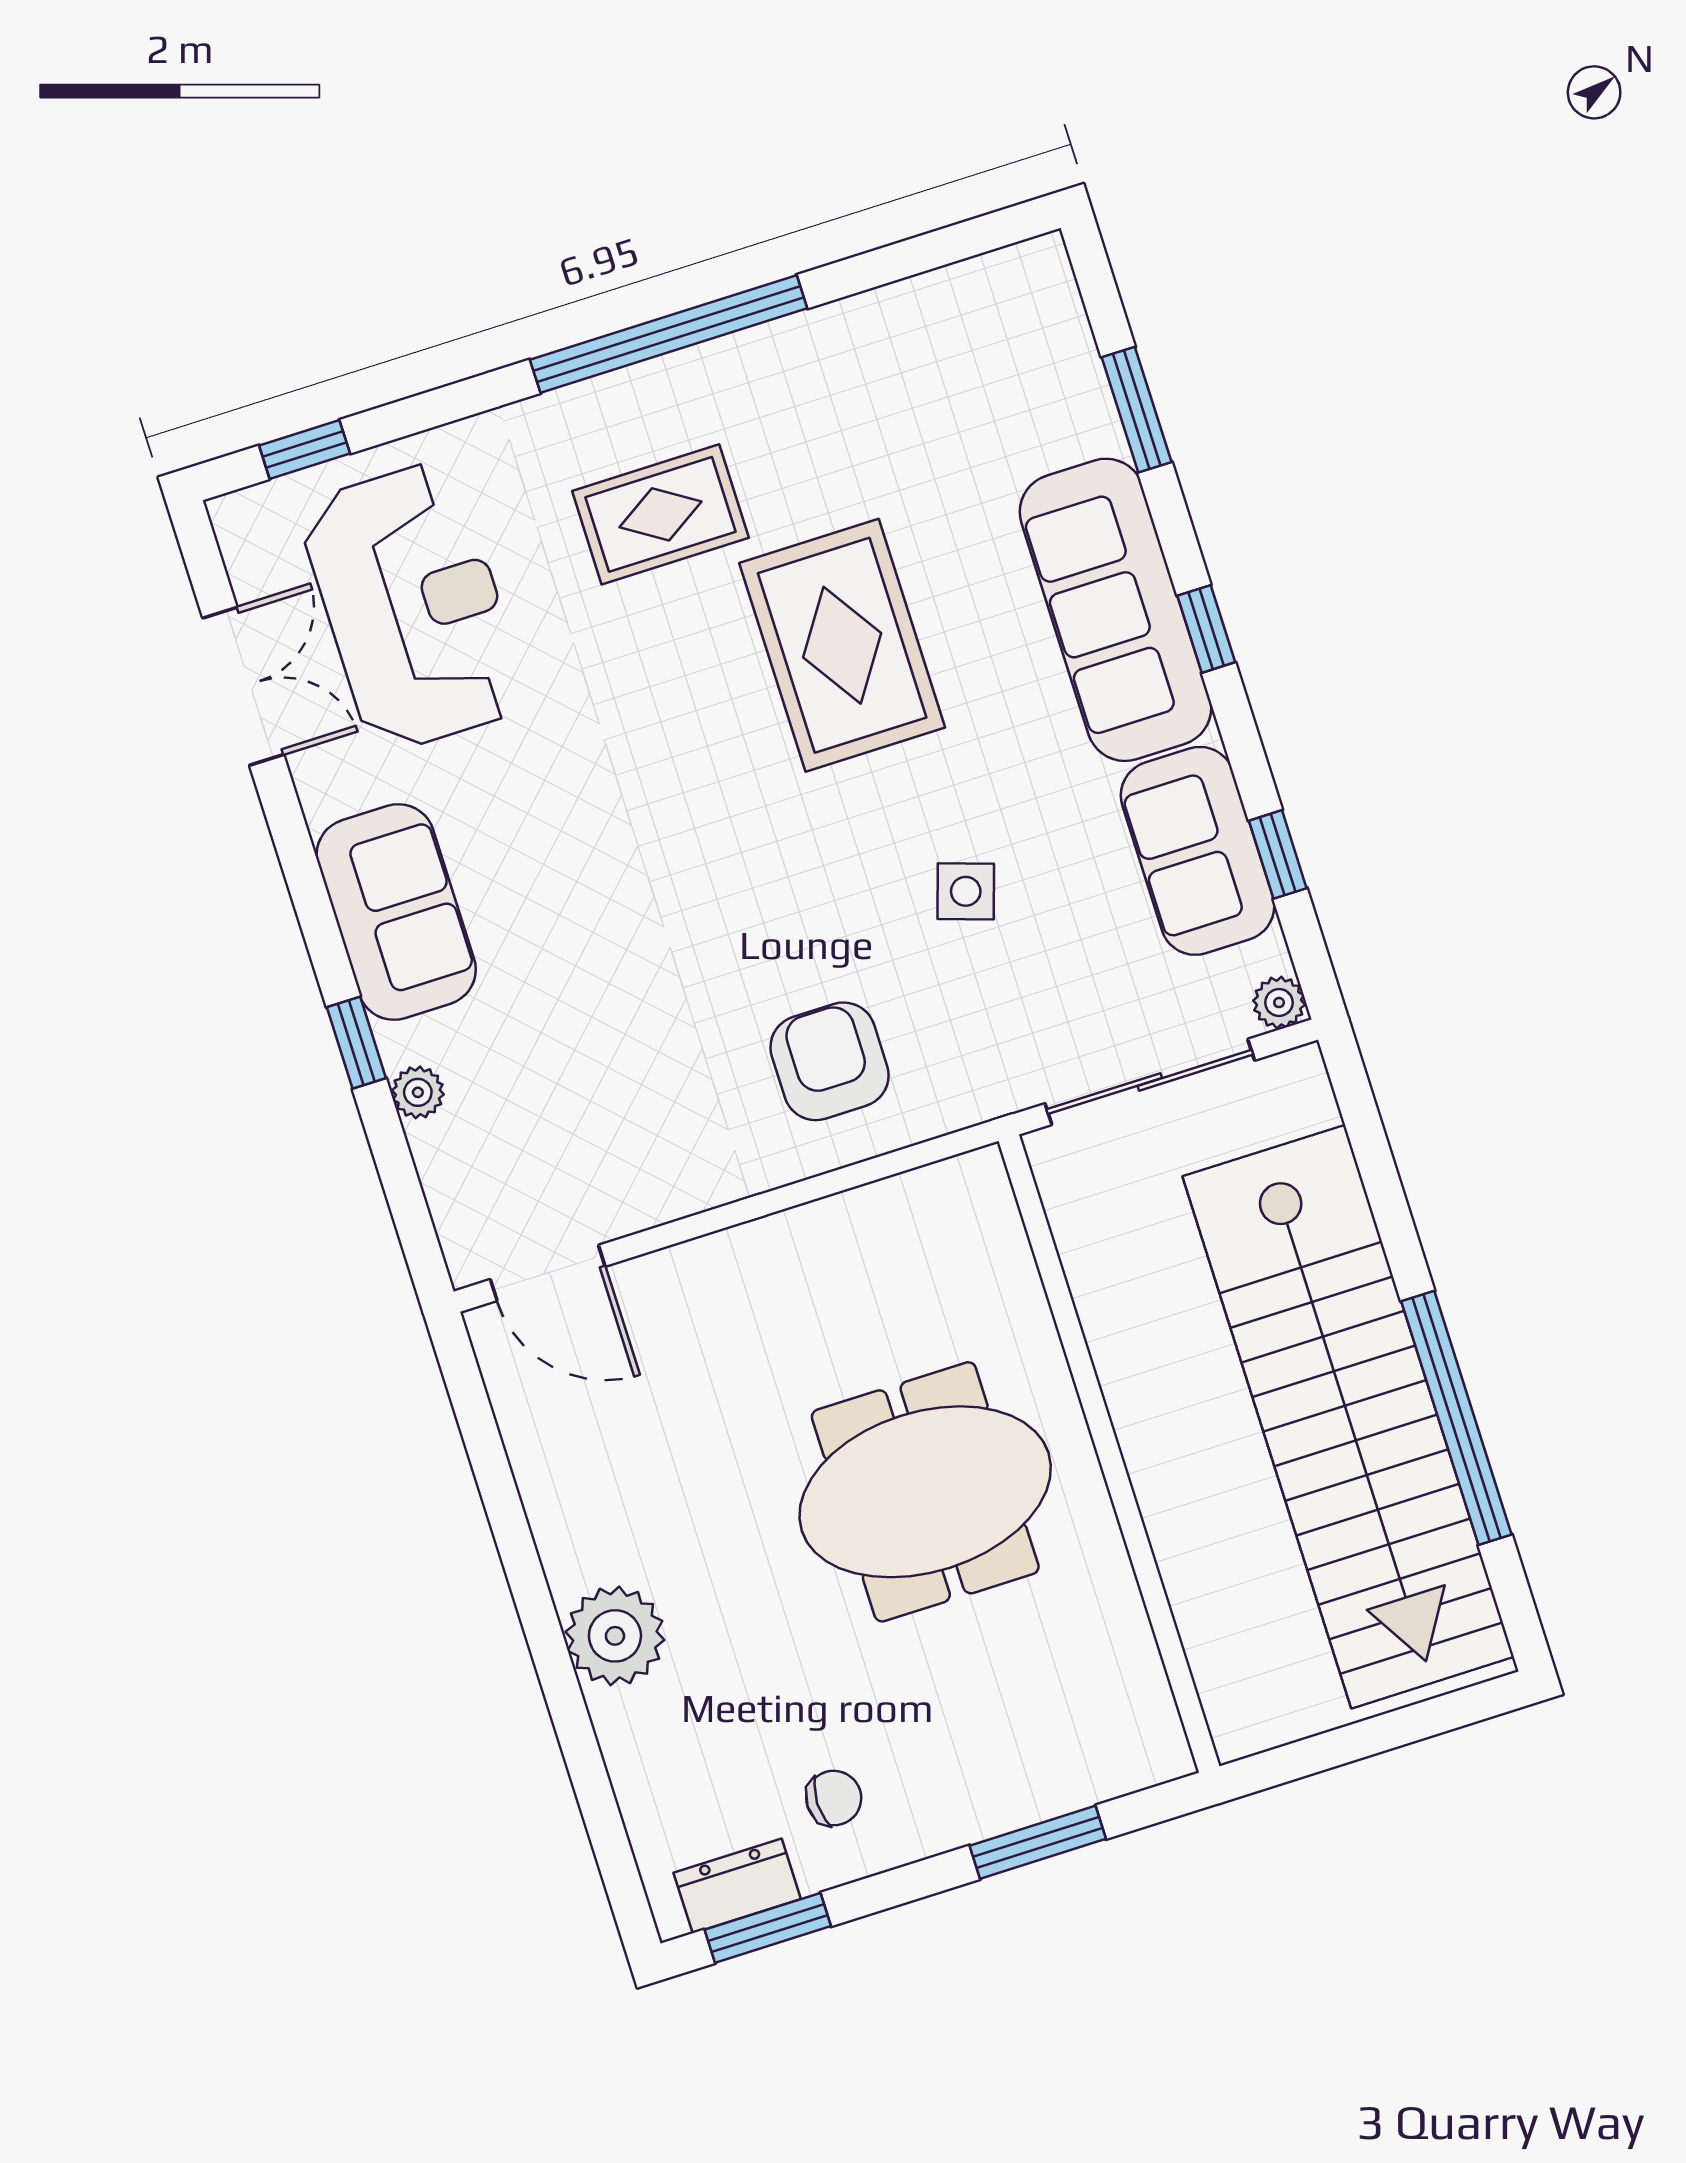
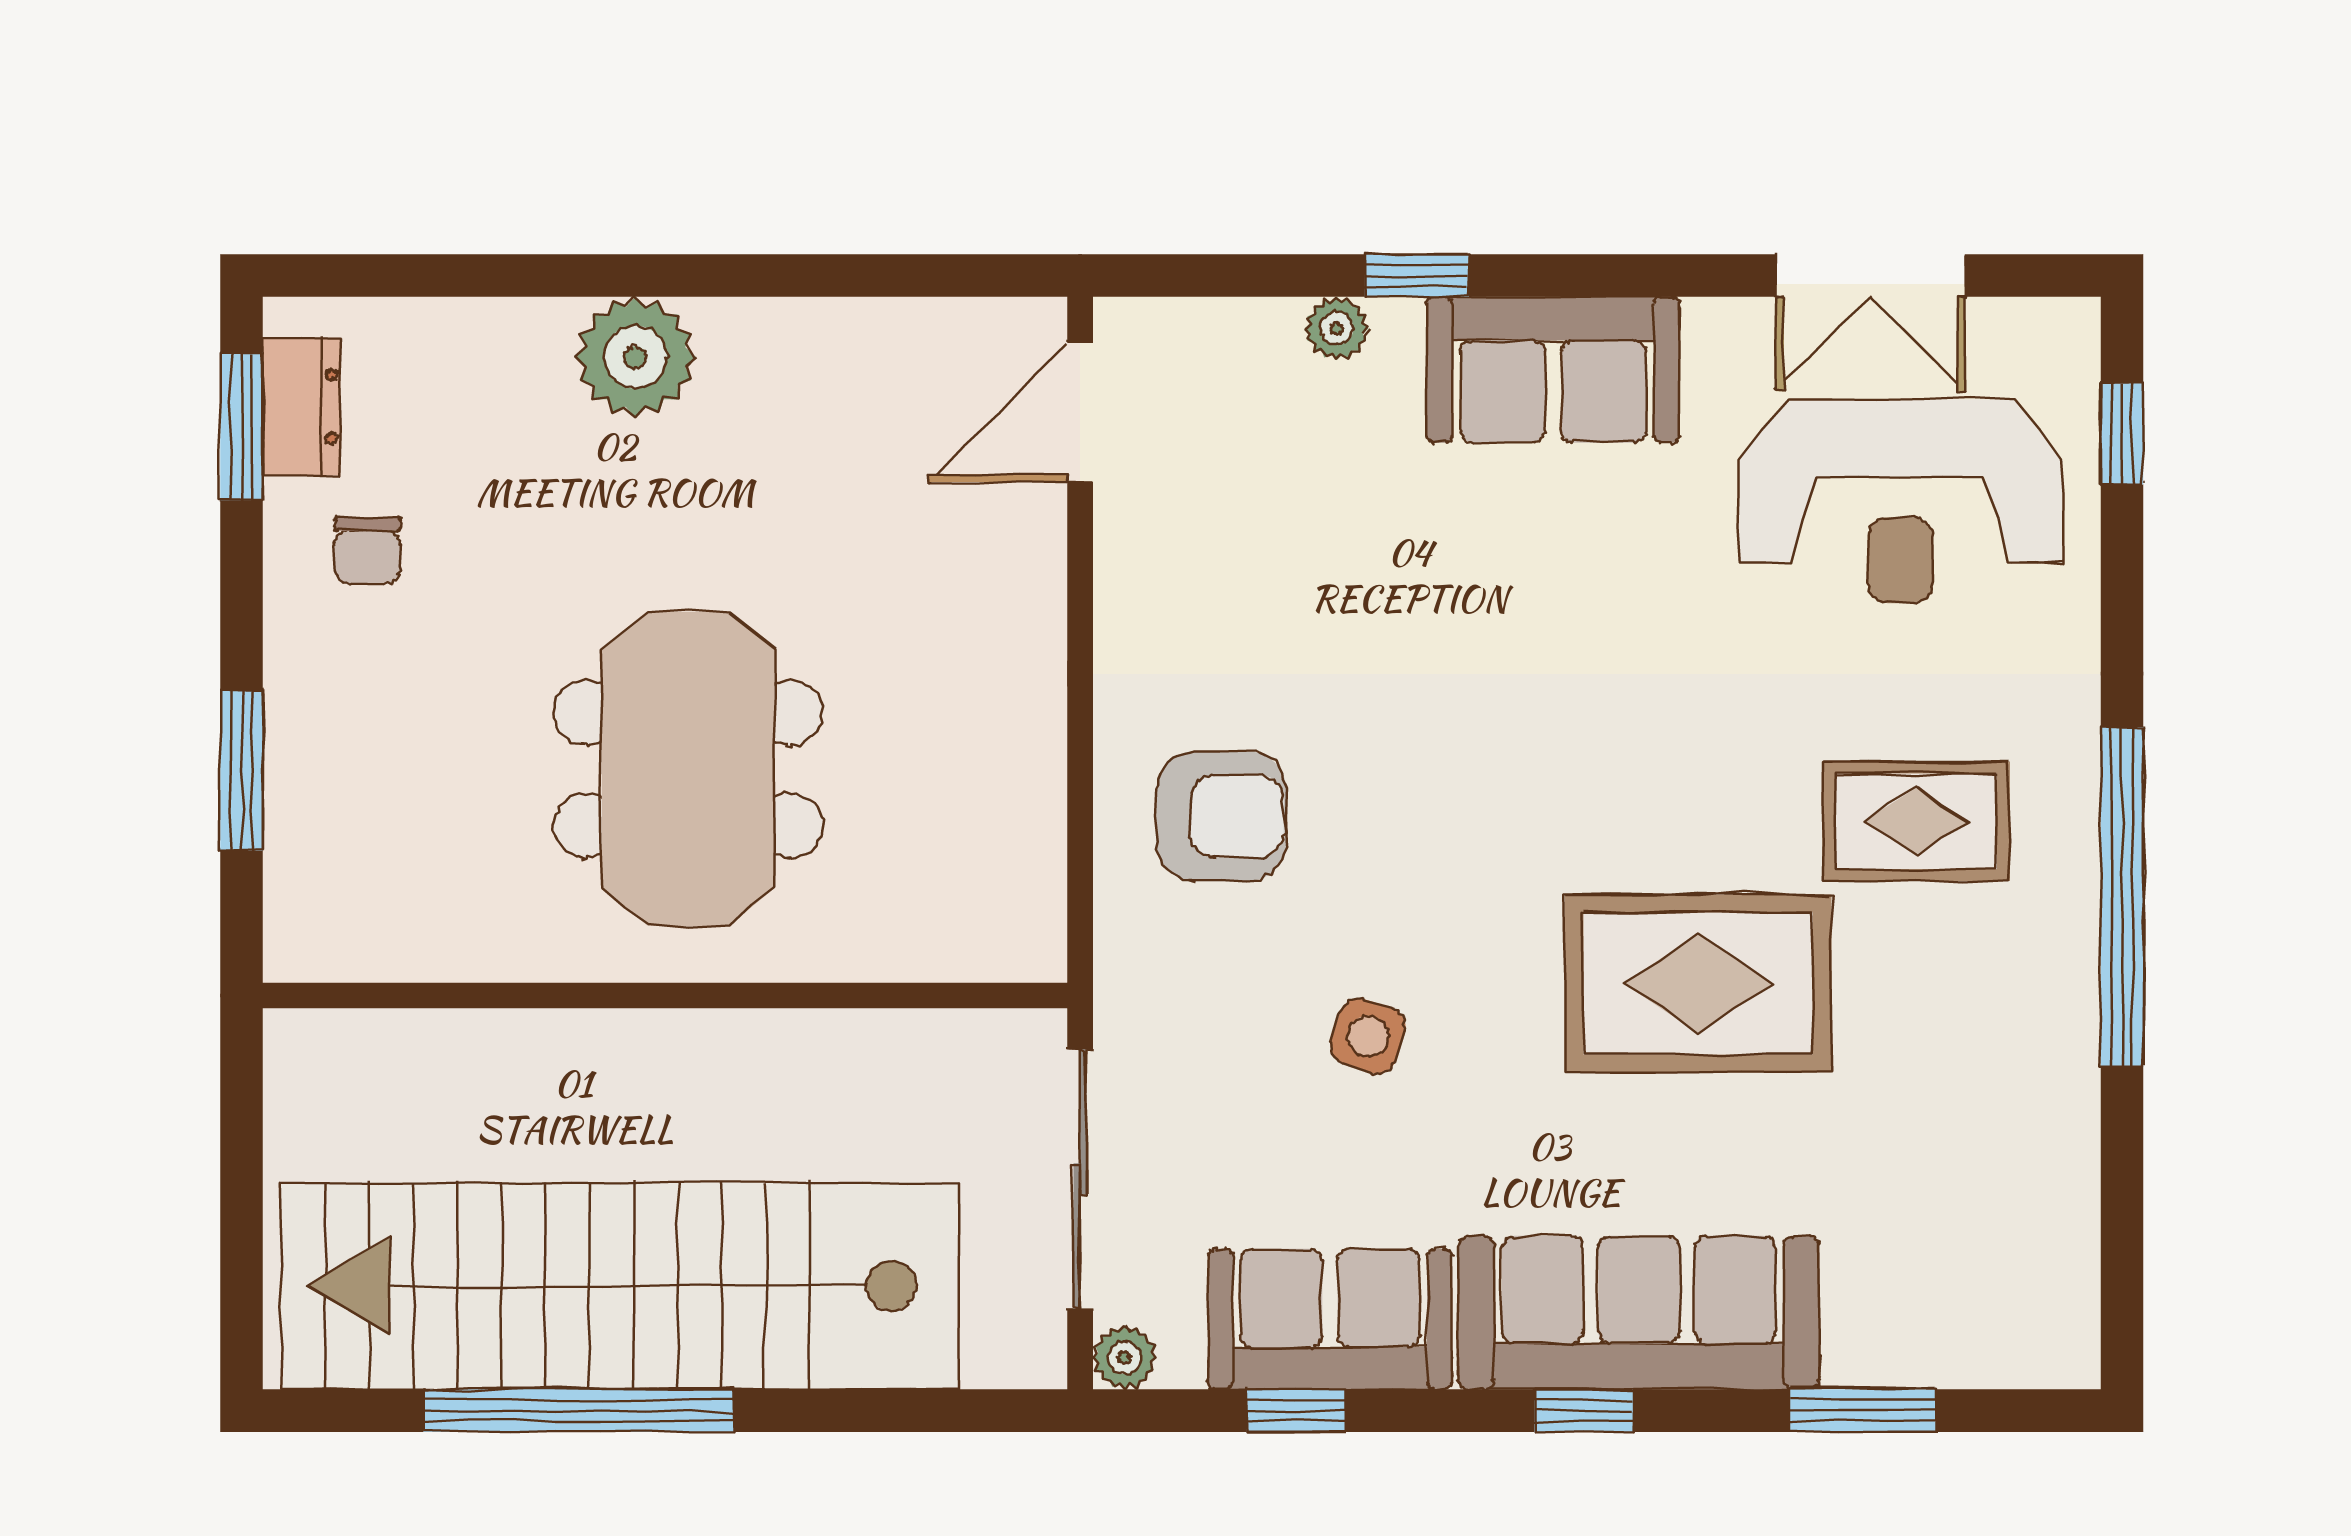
rug: (660, 514) -> (1916, 821), turned 90

